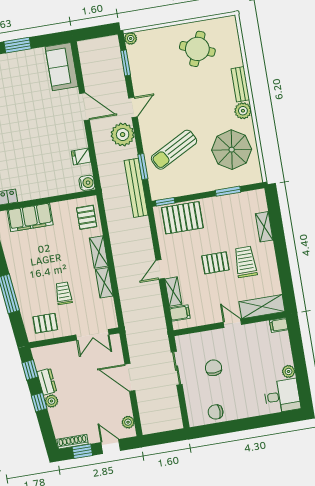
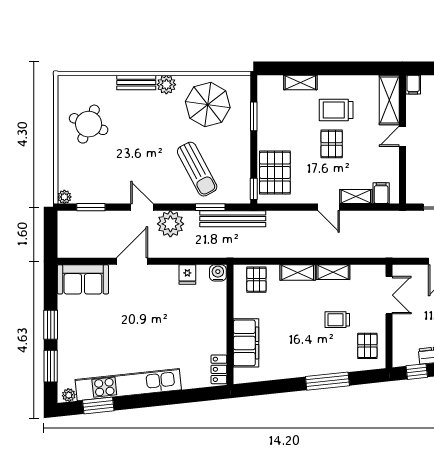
pallet: (87, 217) -> (256, 280), turned 90

